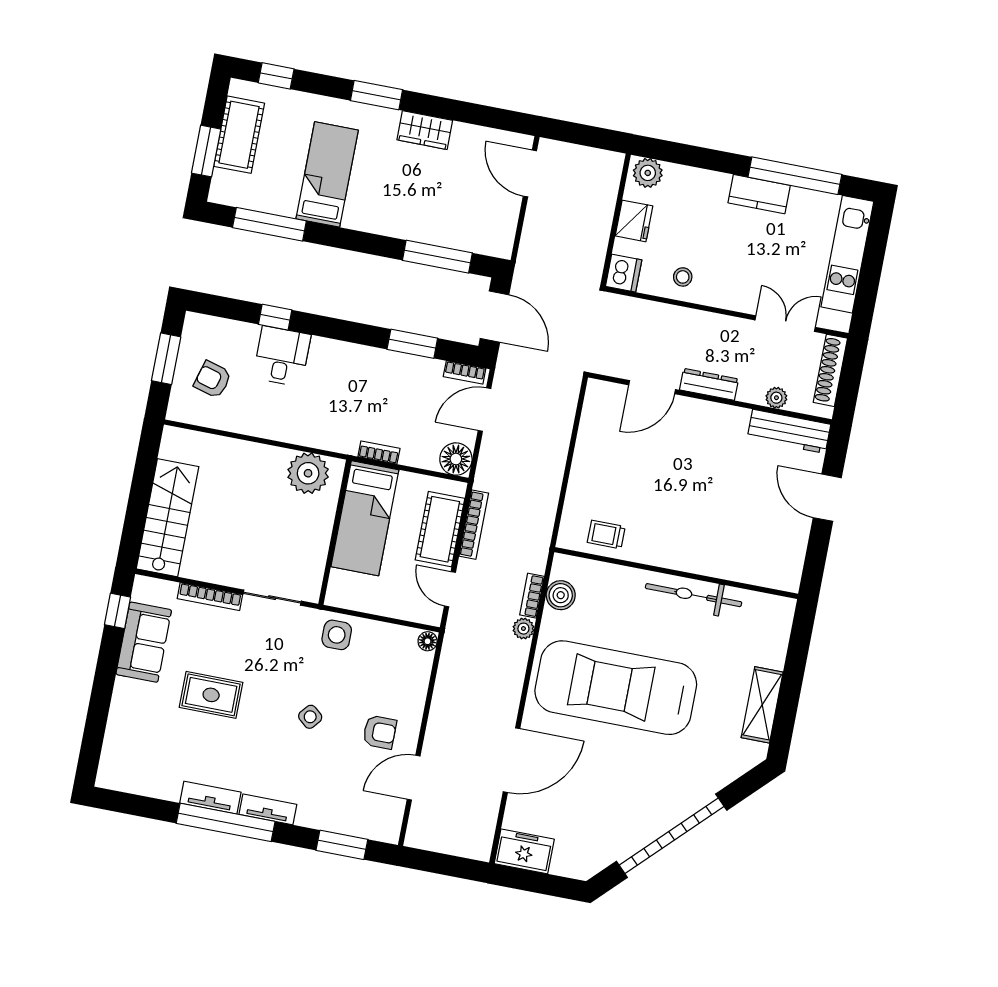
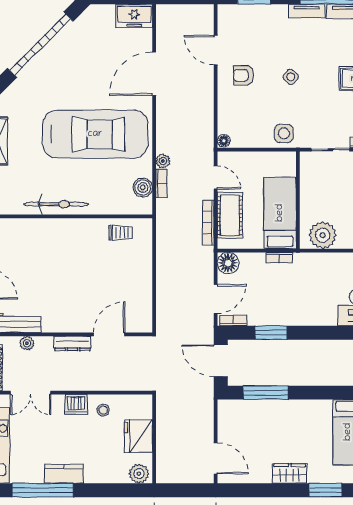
fridge: (634, 221) -> (138, 436), width x1.36, depth x1.34
dishwasher: (624, 273) -> (76, 405), moved, turned -90
door: (414, 778) -> (216, 50), swing flipped

